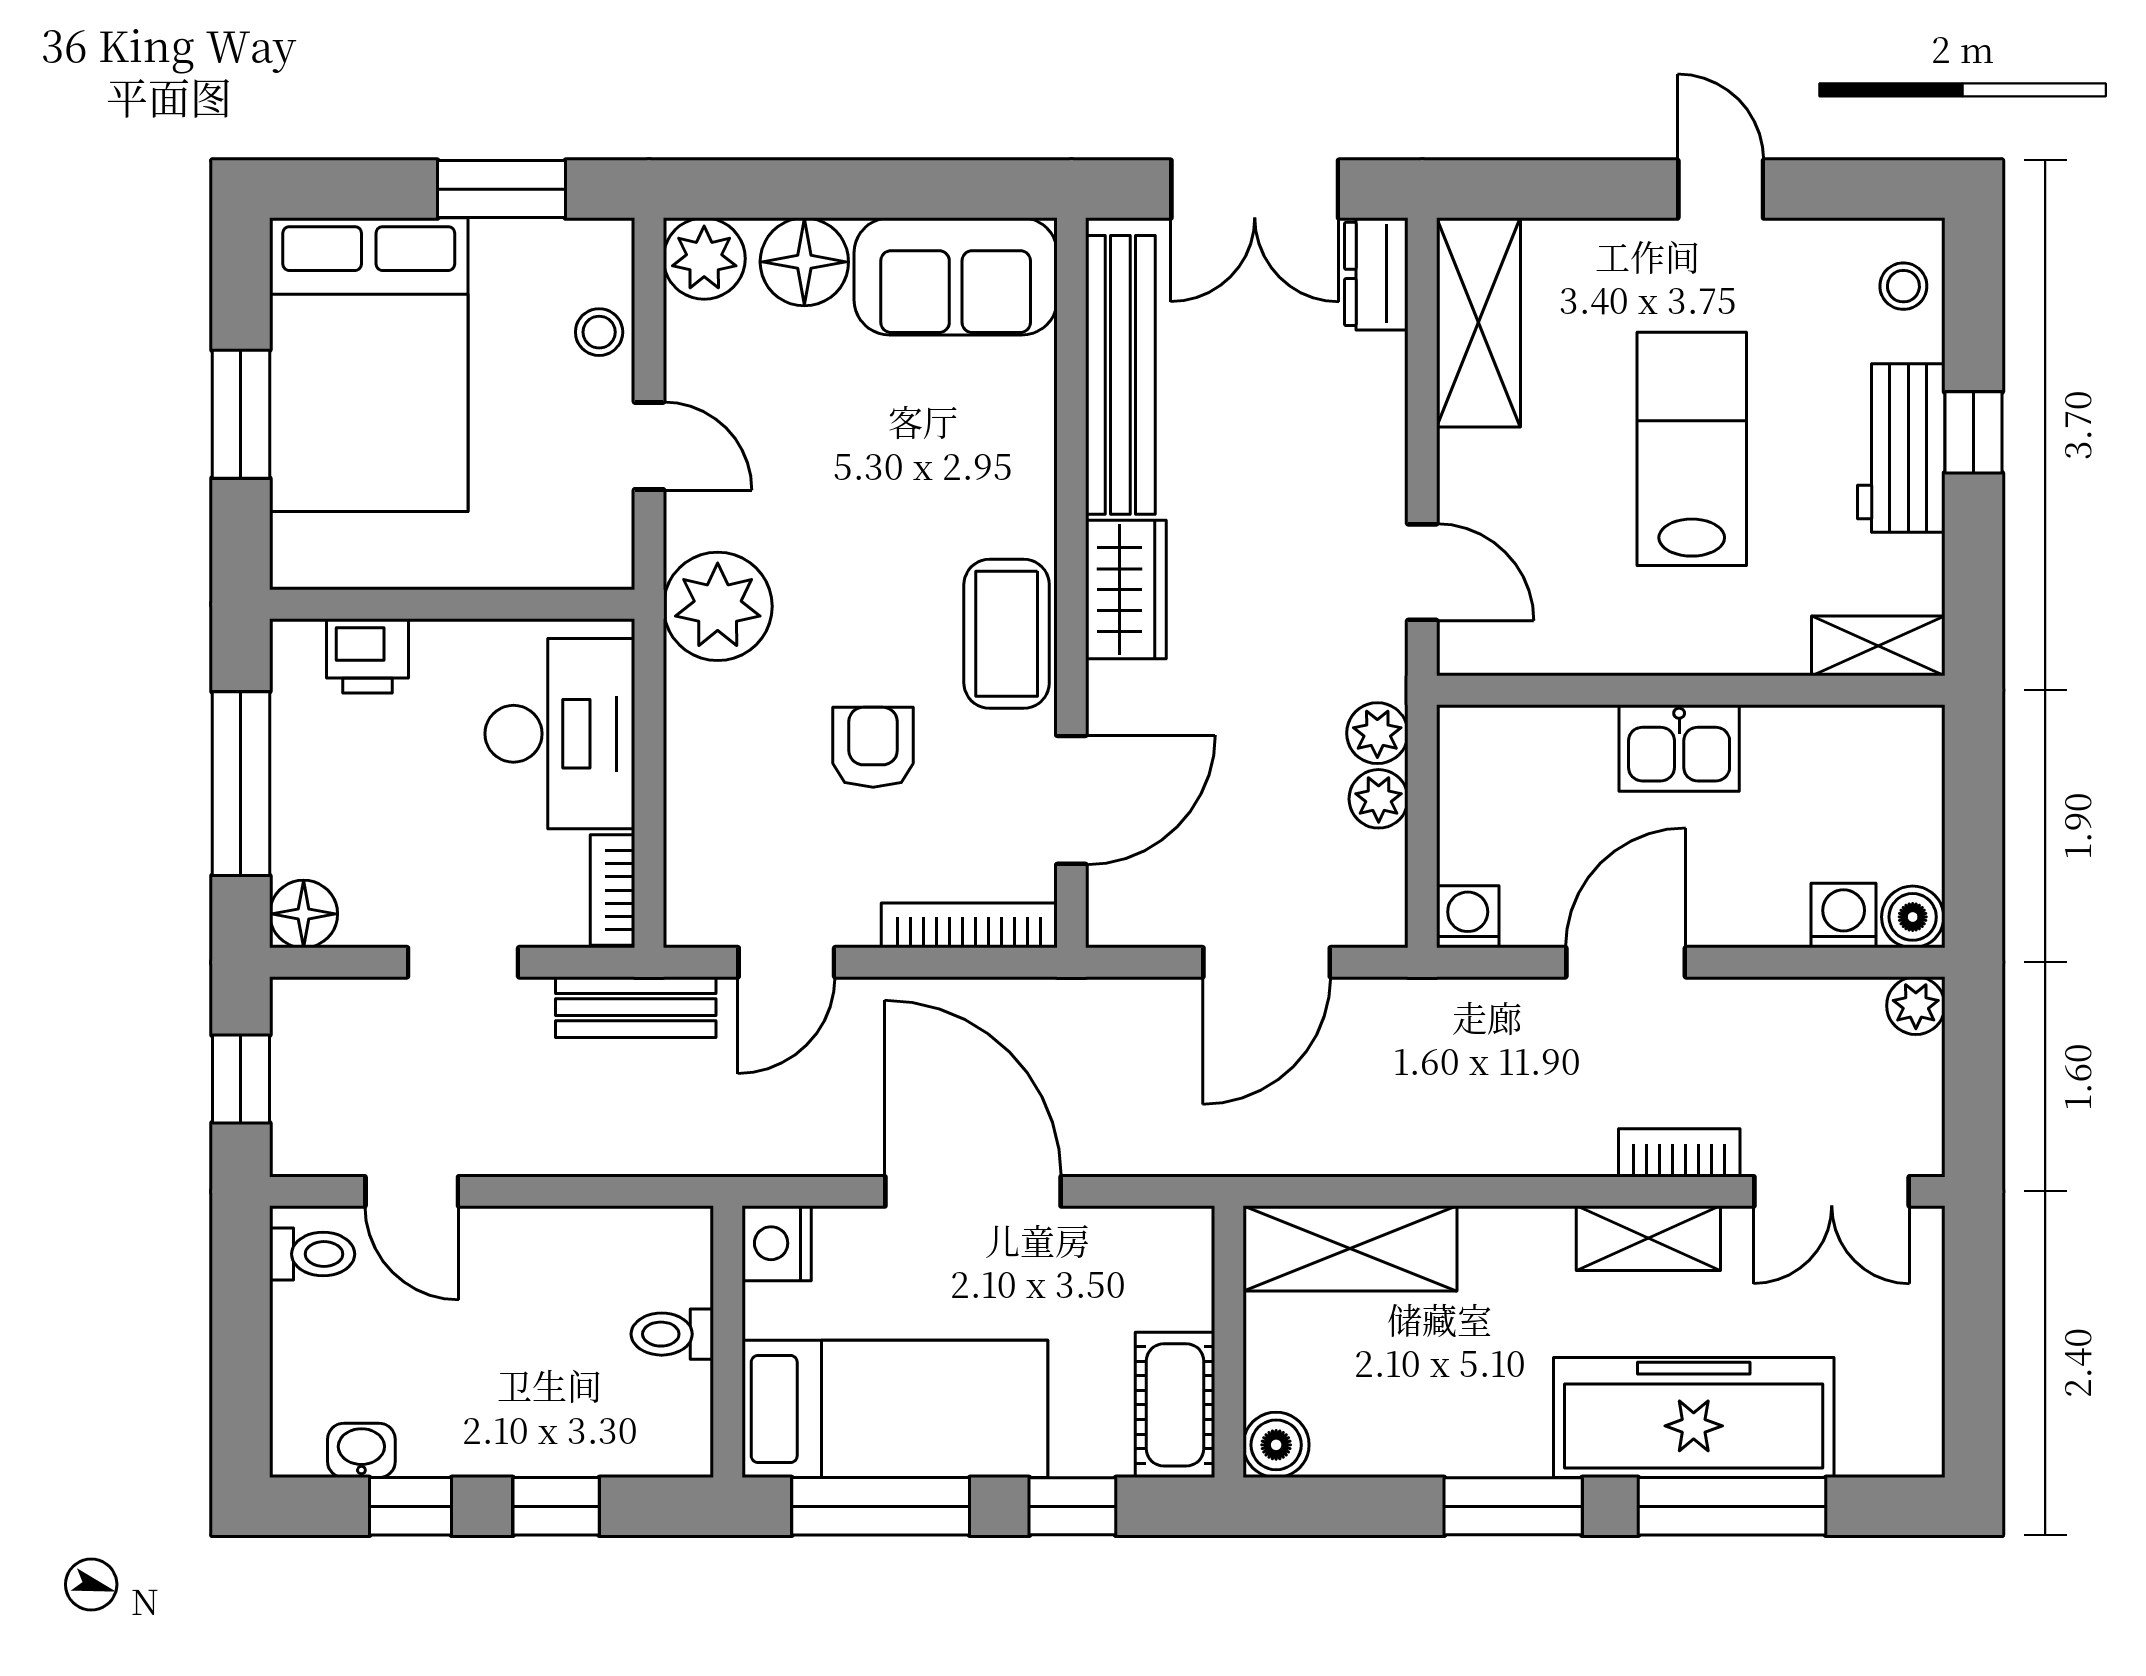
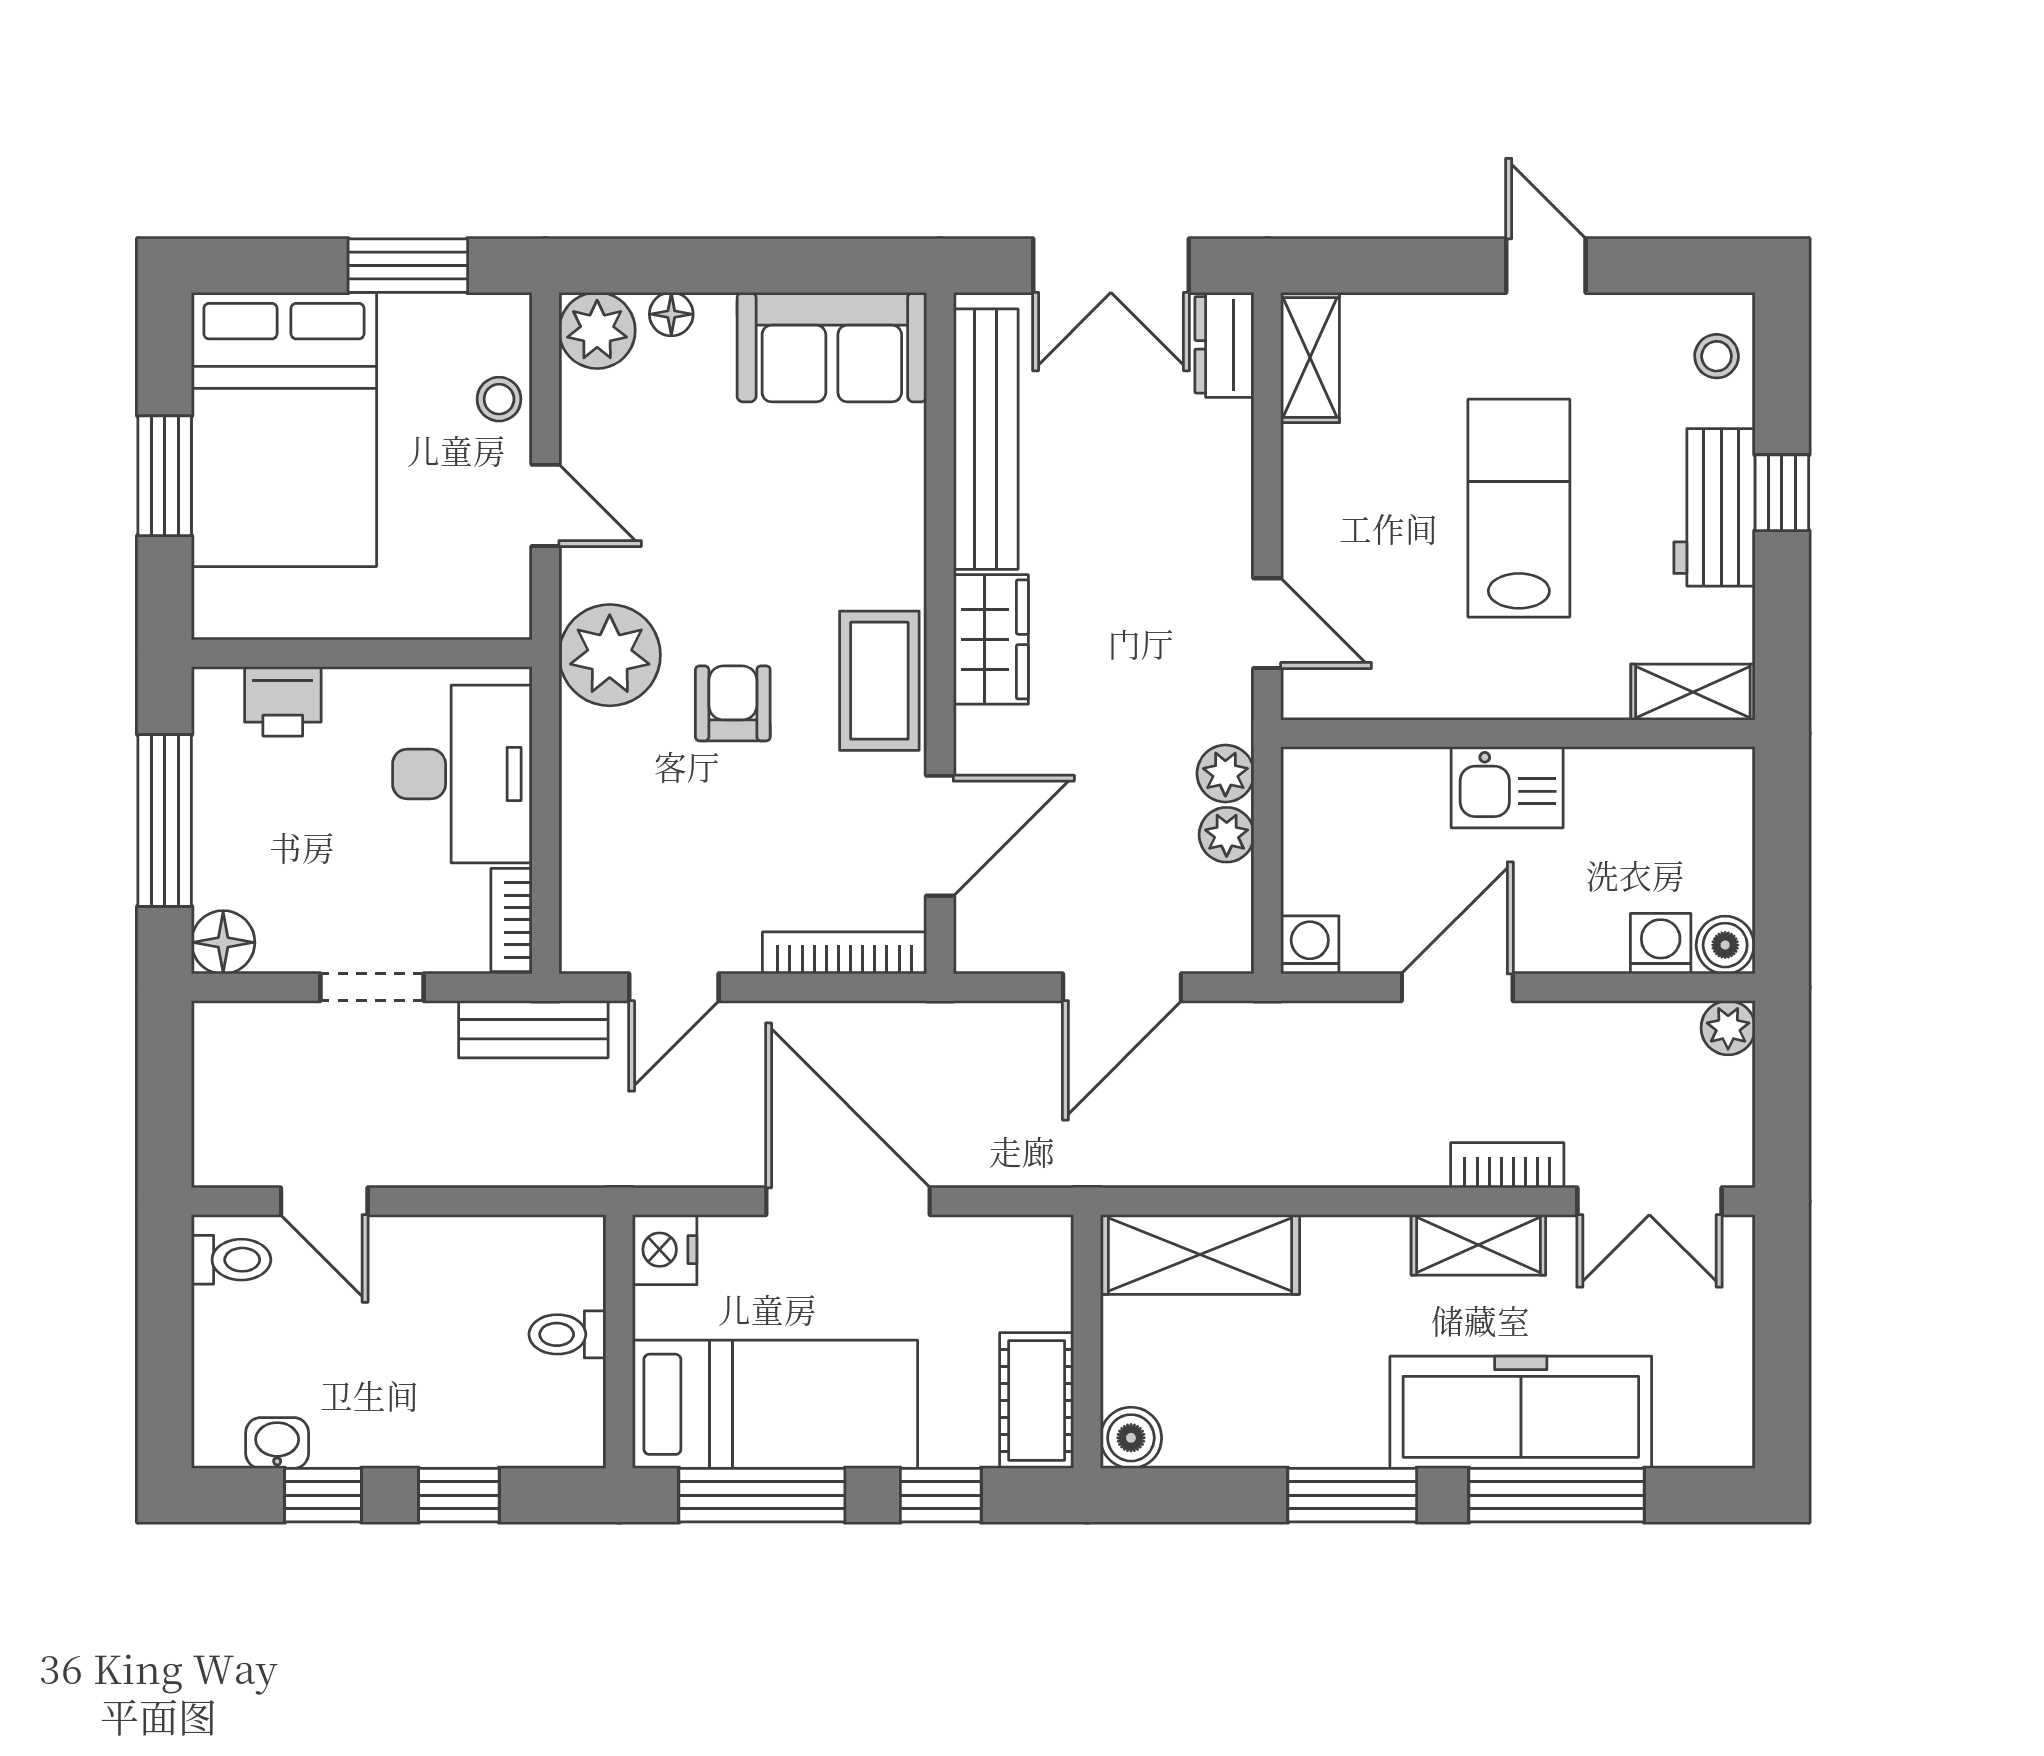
floor lamp: (804, 262) -> (671, 314), width x0.53, depth x0.53
shelving: (1478, 322) -> (1310, 357), width x0.67, depth x0.75
armchair: (873, 747) -> (733, 703), moved
window: (241, 1079) -> (165, 1096), removed

